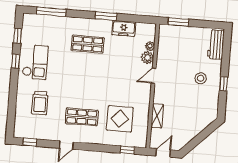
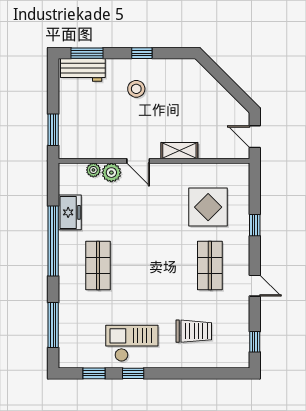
window: (106, 16) -> (53, 241), width x2.11
window: (226, 48) -> (87, 53), added
shelving: (157, 116) -> (179, 151), moved
window: (127, 150) -> (255, 225), moved

